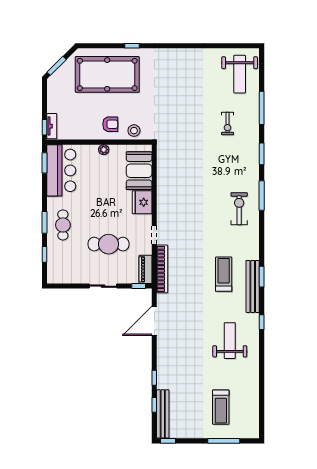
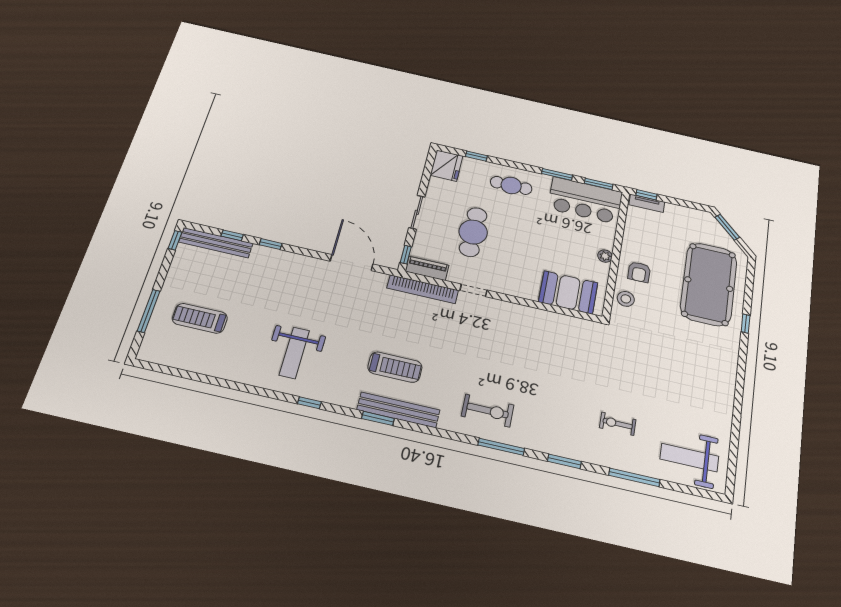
fridge: (142, 202) -> (446, 166), moved, turned 90
window: (45, 222) -> (557, 174), moved
bench: (253, 286) -> (398, 410), moved
weight bench: (230, 341) -> (294, 353), turned 90

